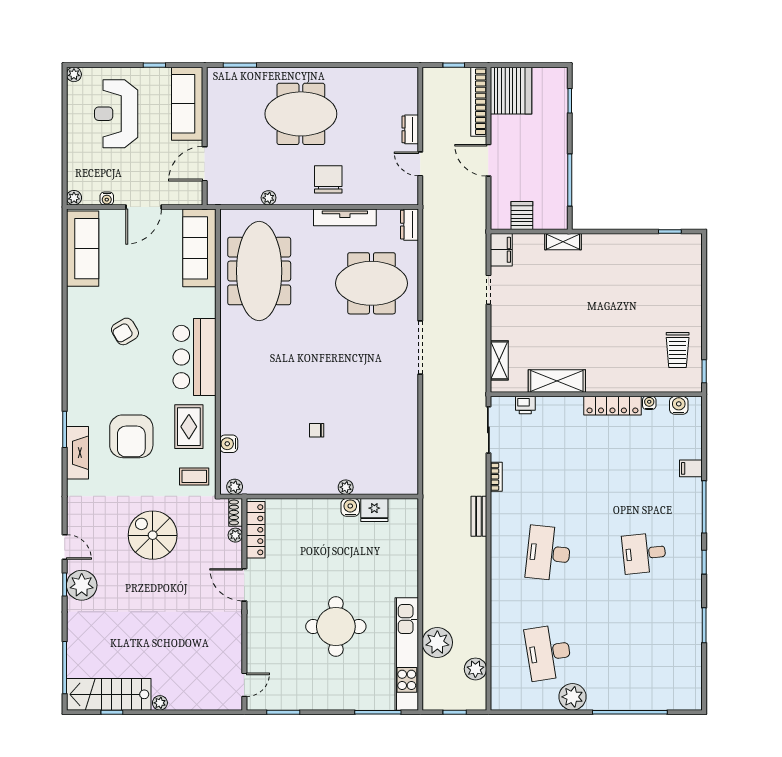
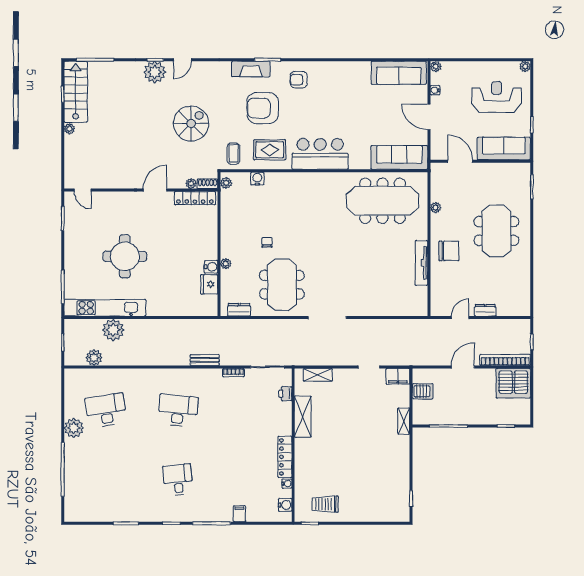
dresser: (410, 225) -> (239, 310), moved
meeting table: (371, 283) -> (282, 285), moved
armchair: (125, 331) -> (299, 80), moved, turned -59

